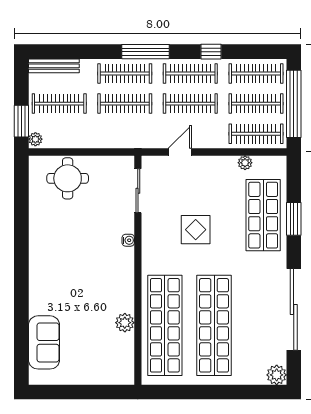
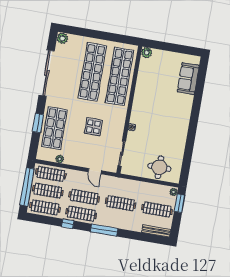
clothes rail: (125, 73) -> (118, 220), removed
door: (180, 152) -> (95, 171), hinge flipped
plant: (125, 323) -> (147, 53), moved

